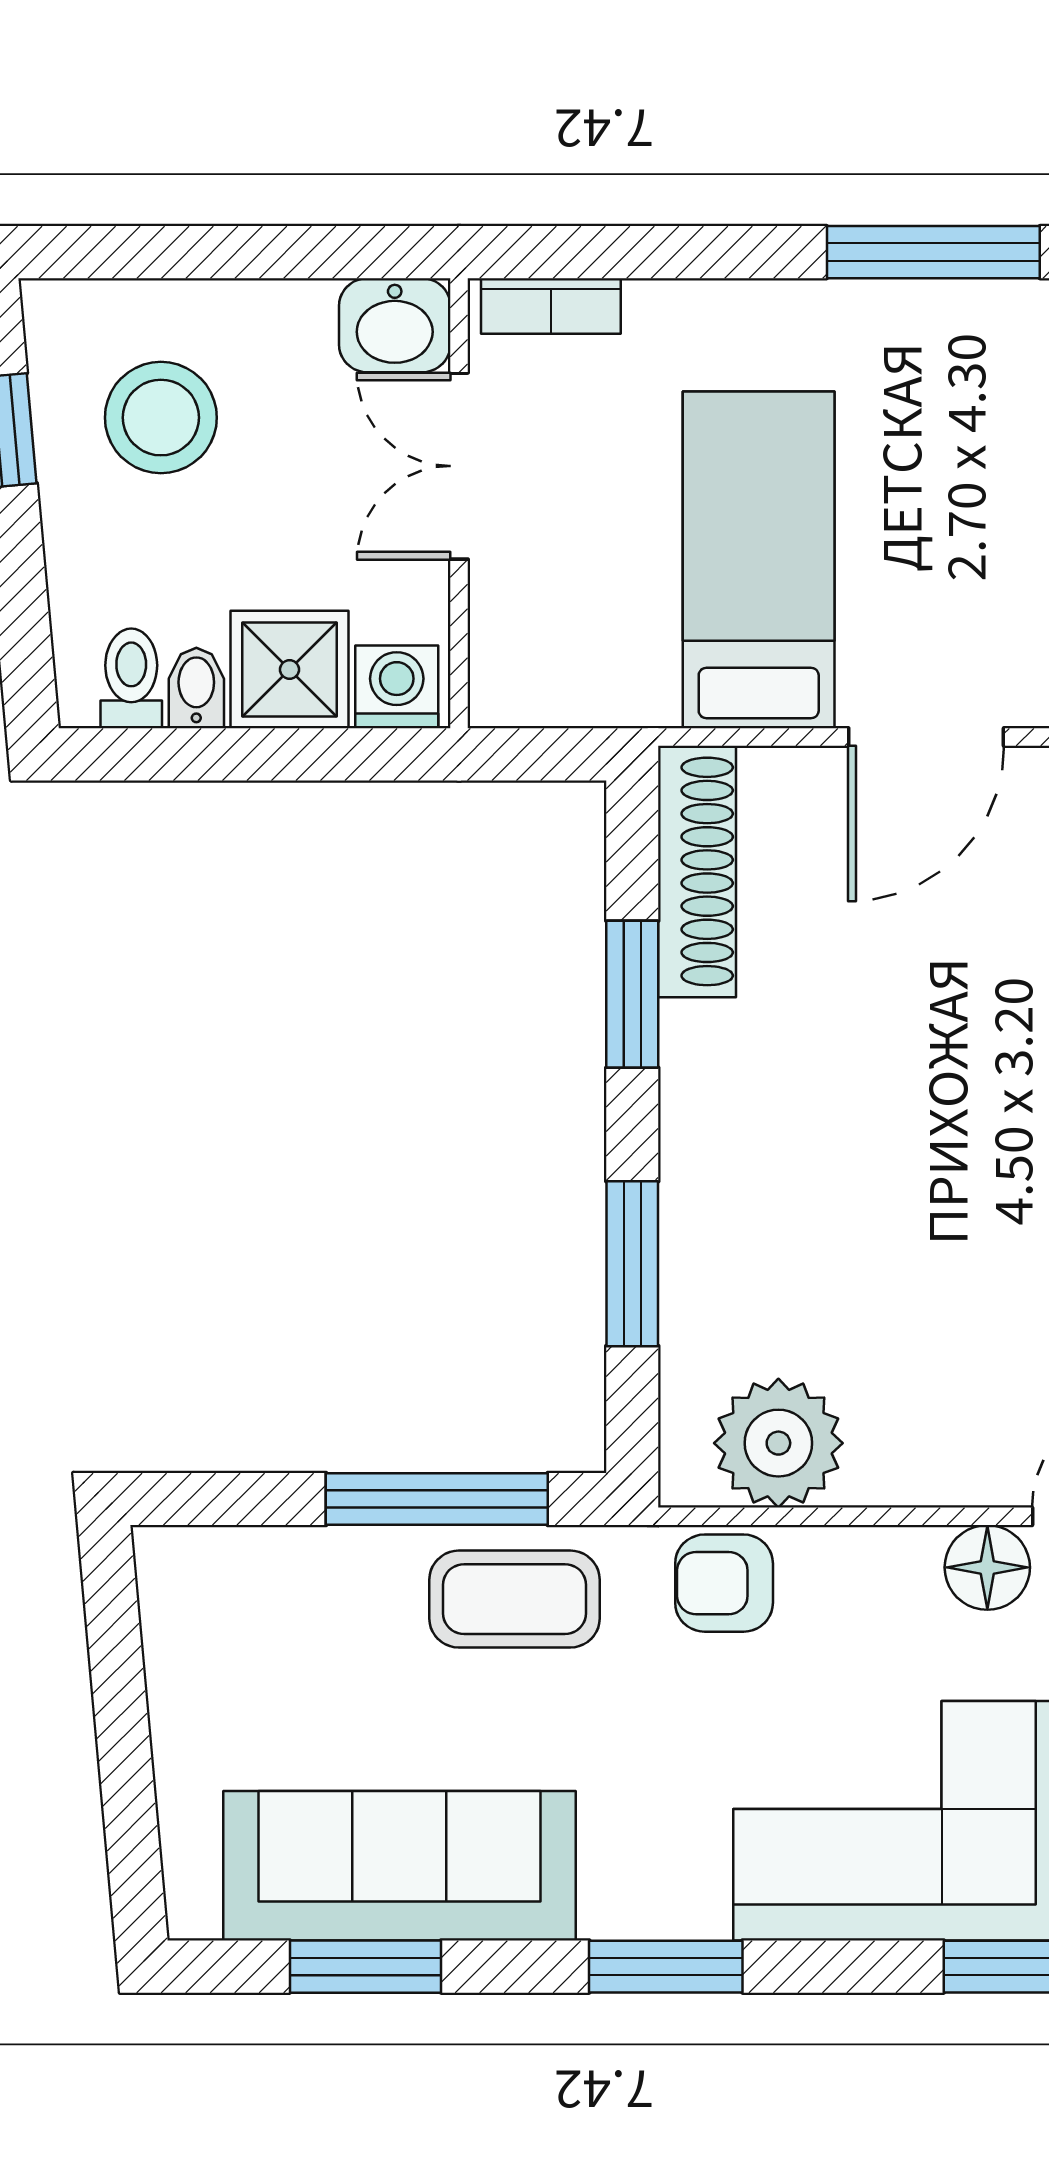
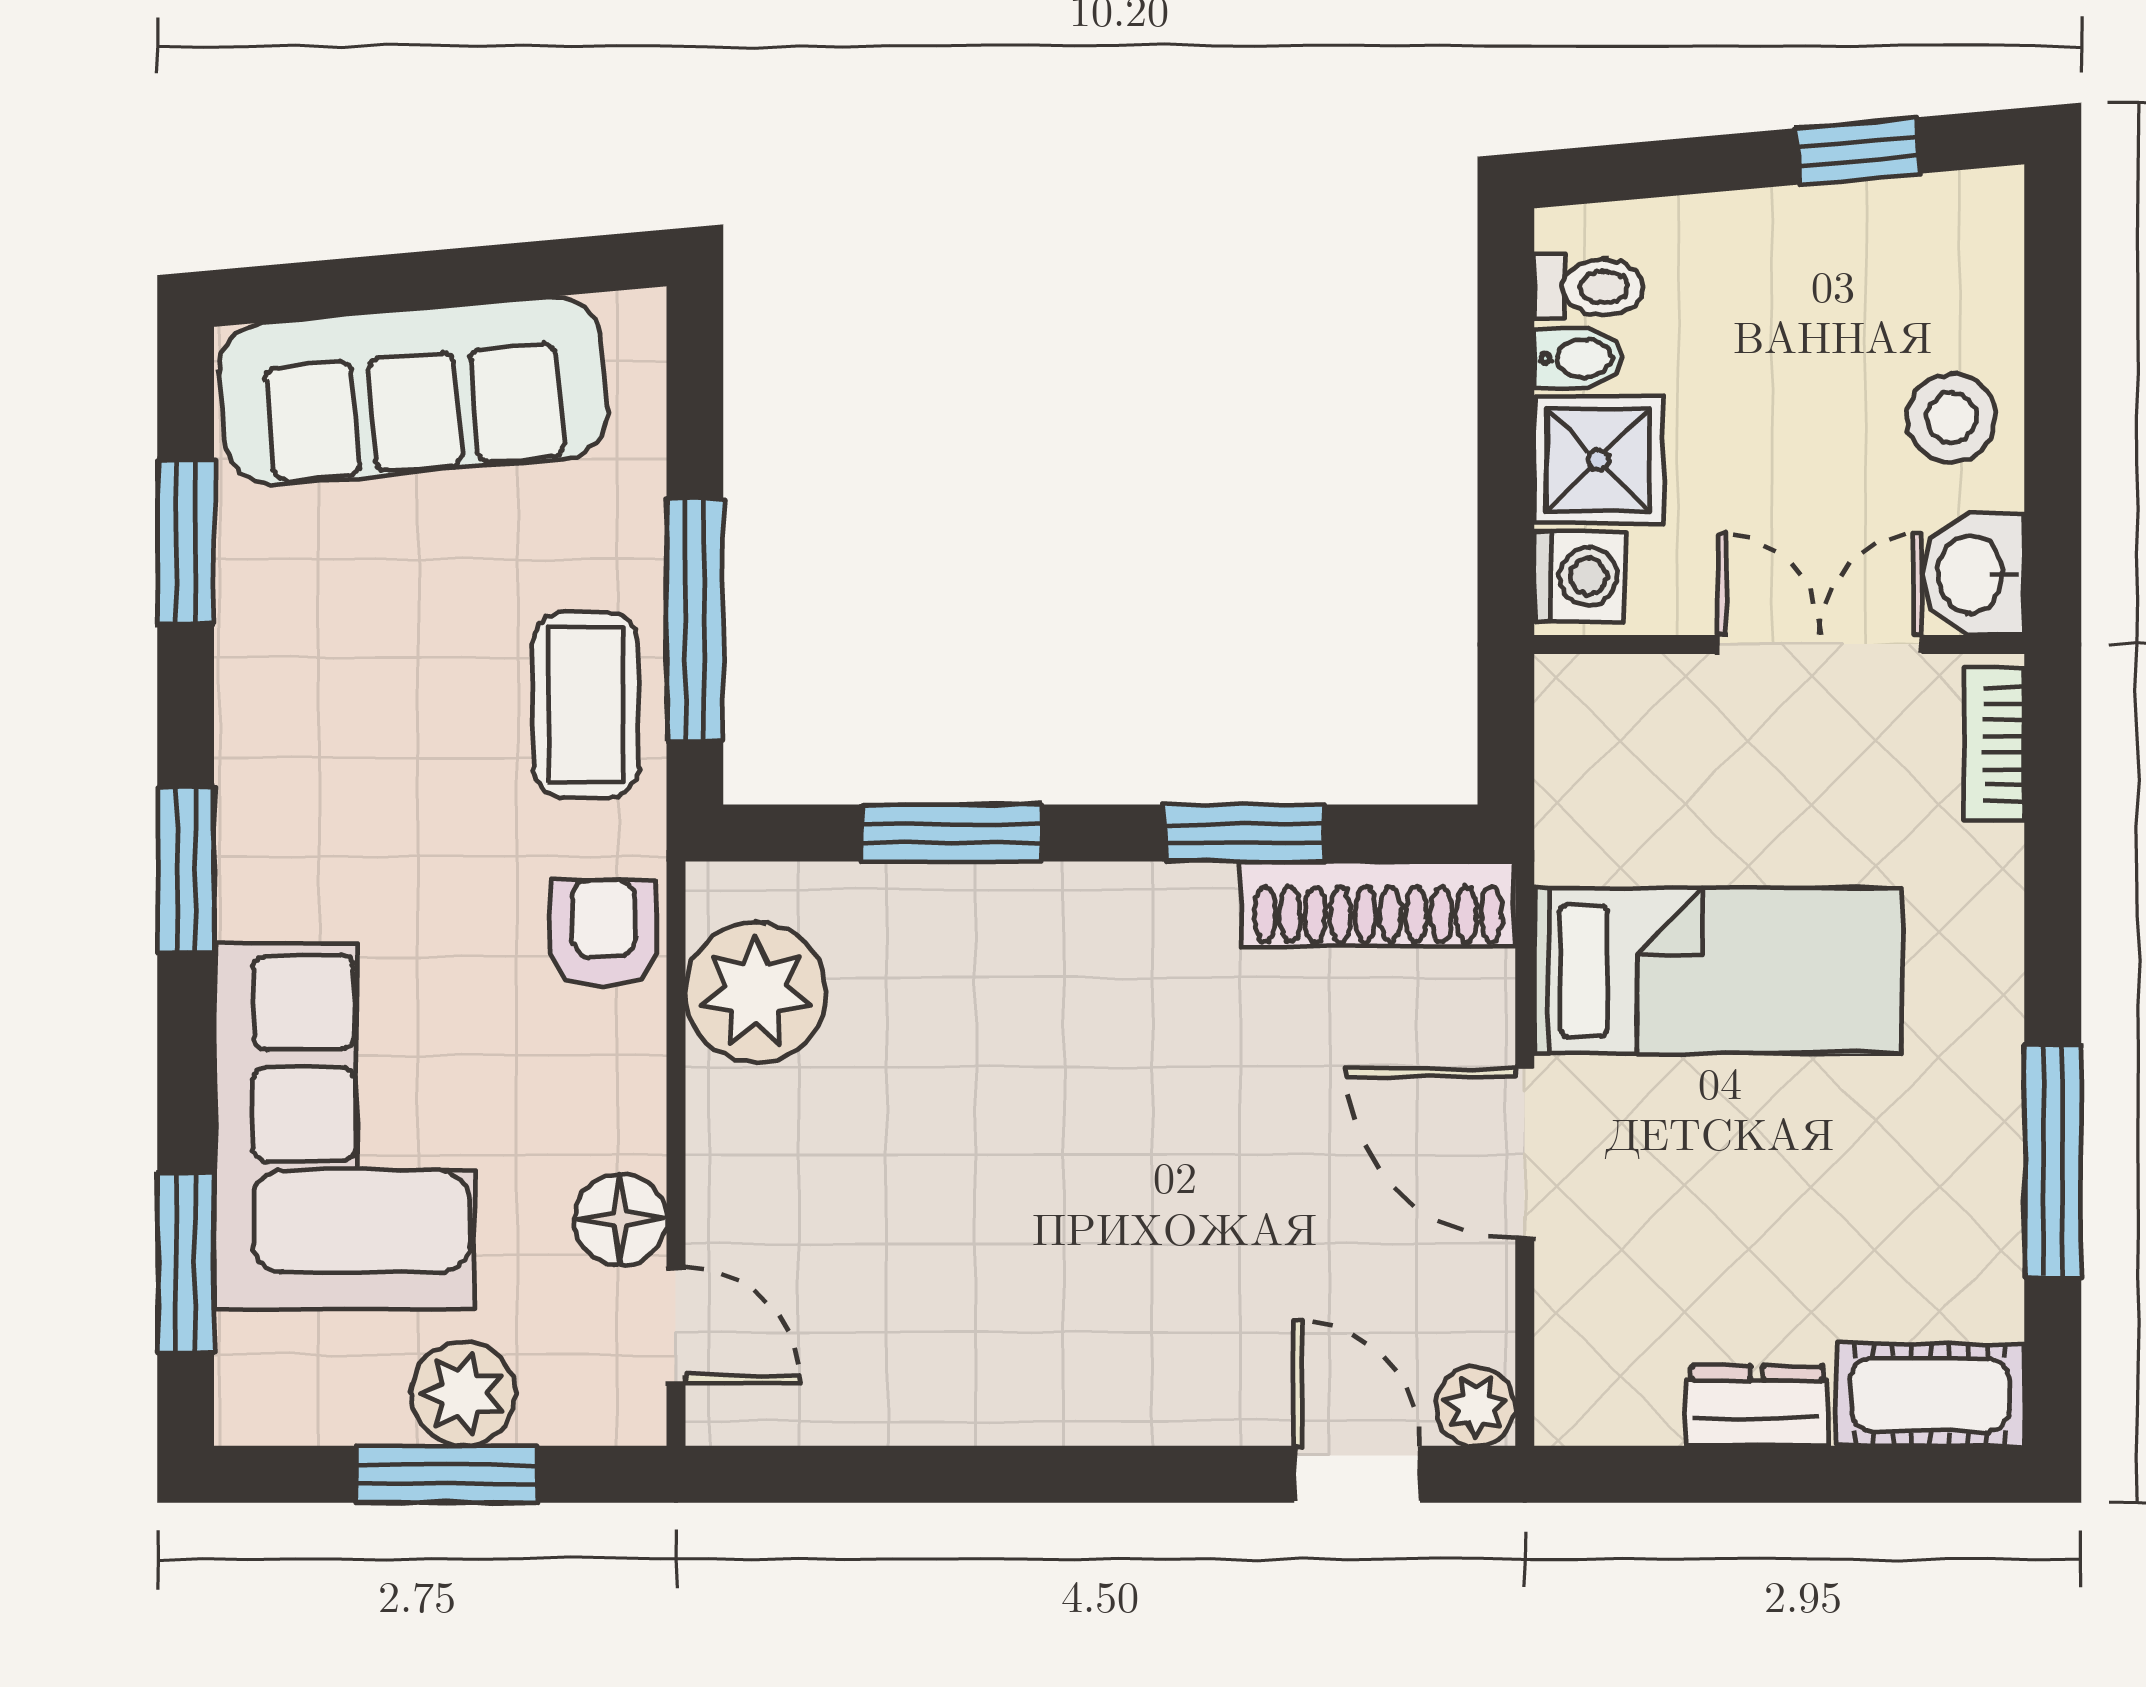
stool: (161, 418) -> (1951, 418), moved, width x0.73, depth x0.73
sofa: (399, 1866) -> (413, 391), moved, turned 85

